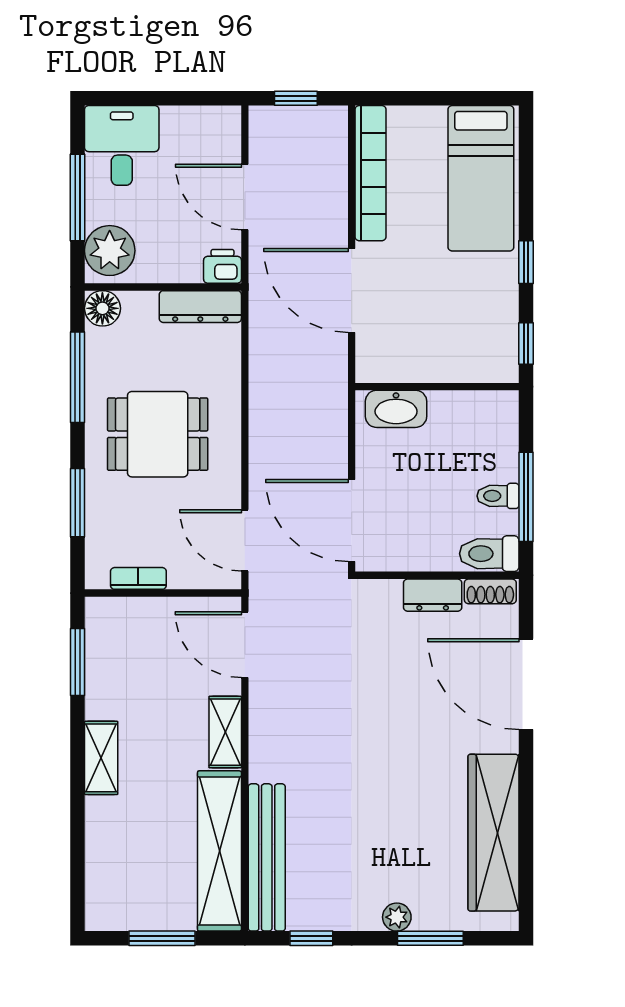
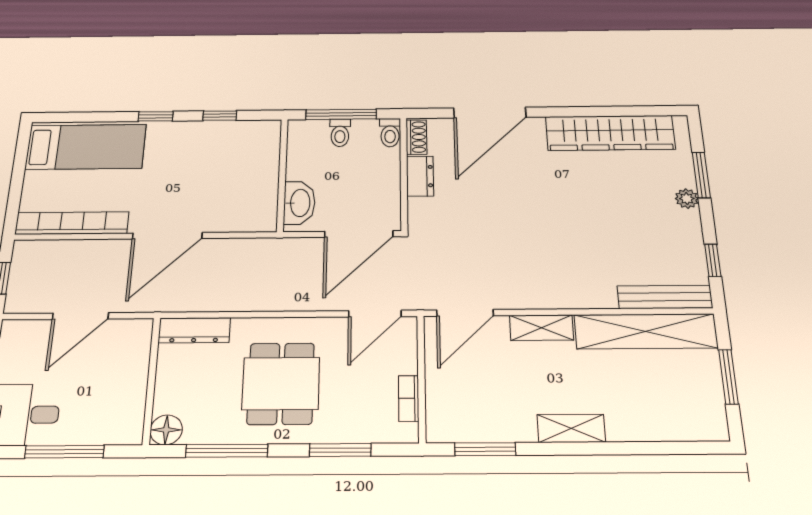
plant: (110, 251) -> (115, 424), removed
printer: (223, 266) -> (138, 333), removed
dresser: (200, 307) -> (194, 330), moved, turned 90
wall: (437, 387) -> (282, 175), moved
washbasin: (396, 409) -> (299, 203), moved
toilet: (489, 554) -> (390, 133), width x0.73, depth x0.72
bench: (267, 857) -> (665, 297), width x0.73, depth x0.82

